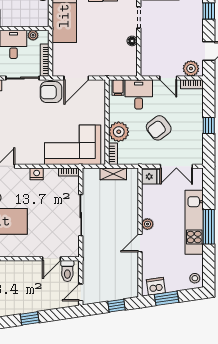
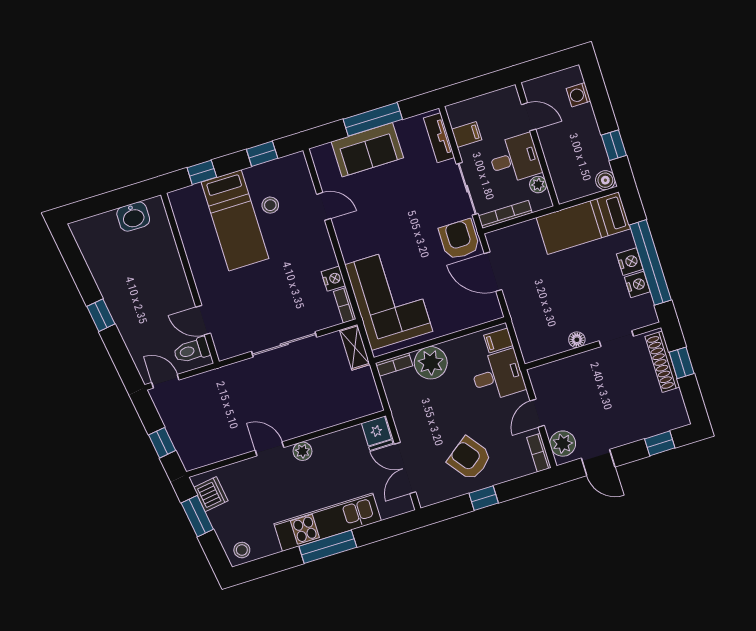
armchair: (159, 128) -> (469, 458), moved
nightstand: (37, 174) -> (333, 279), moved
shelving: (113, 174) -> (355, 347), moved

